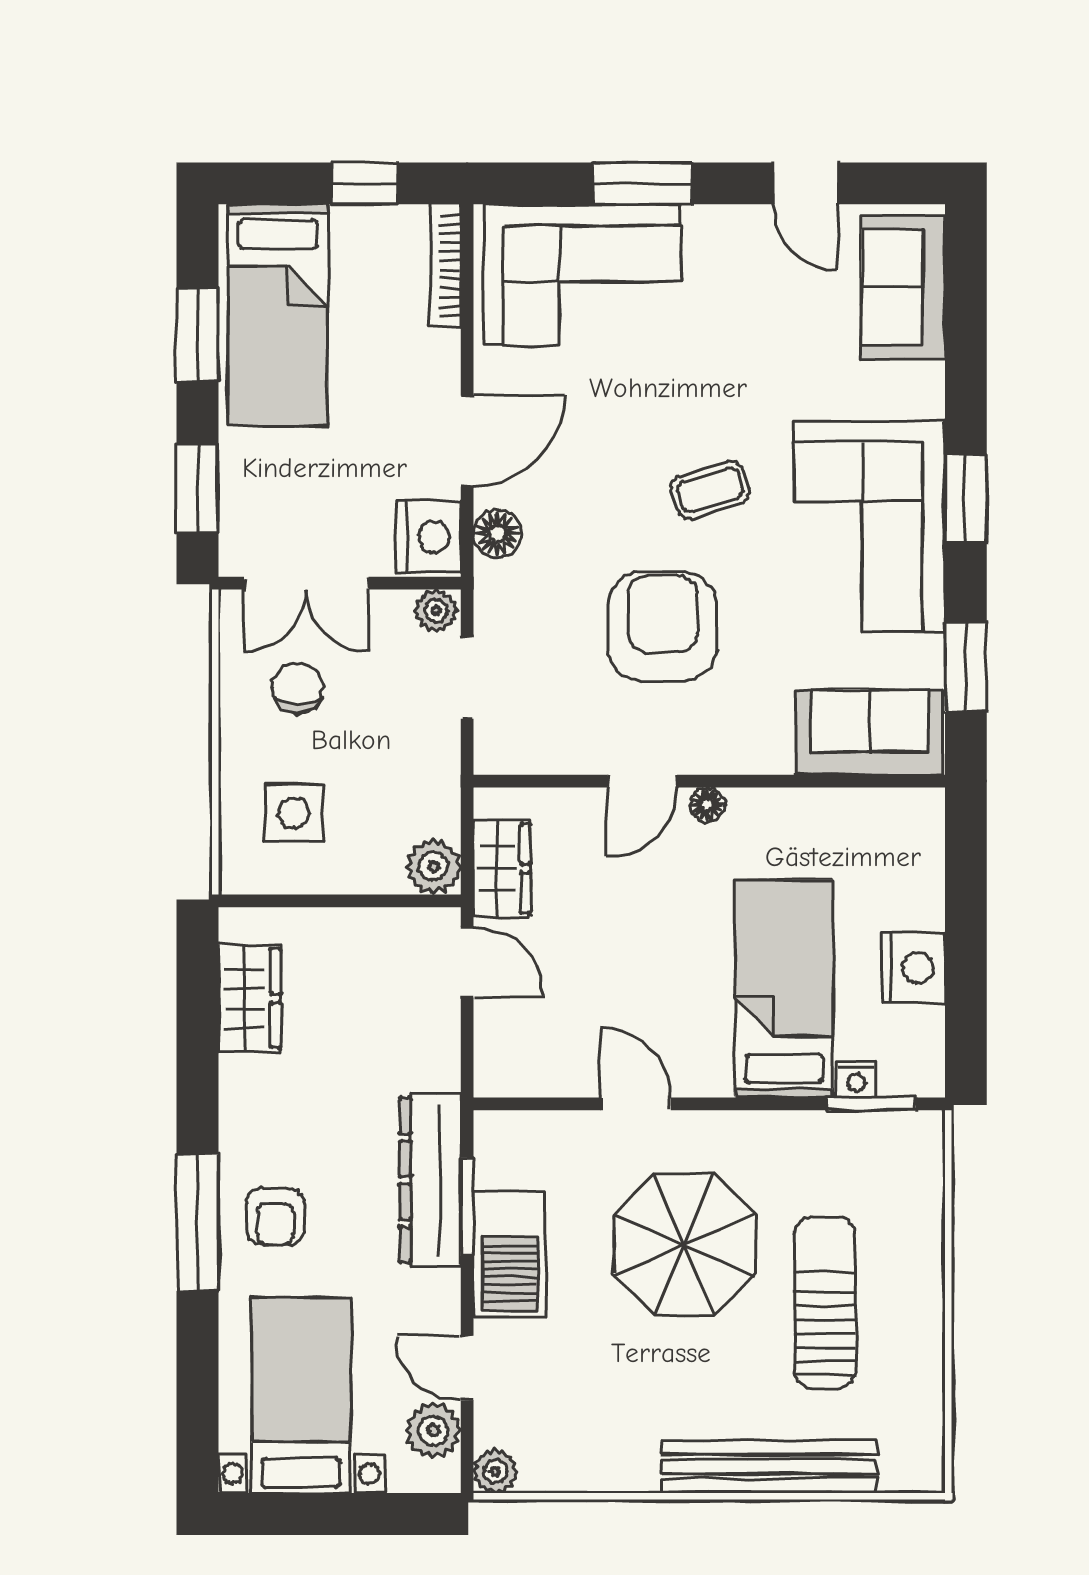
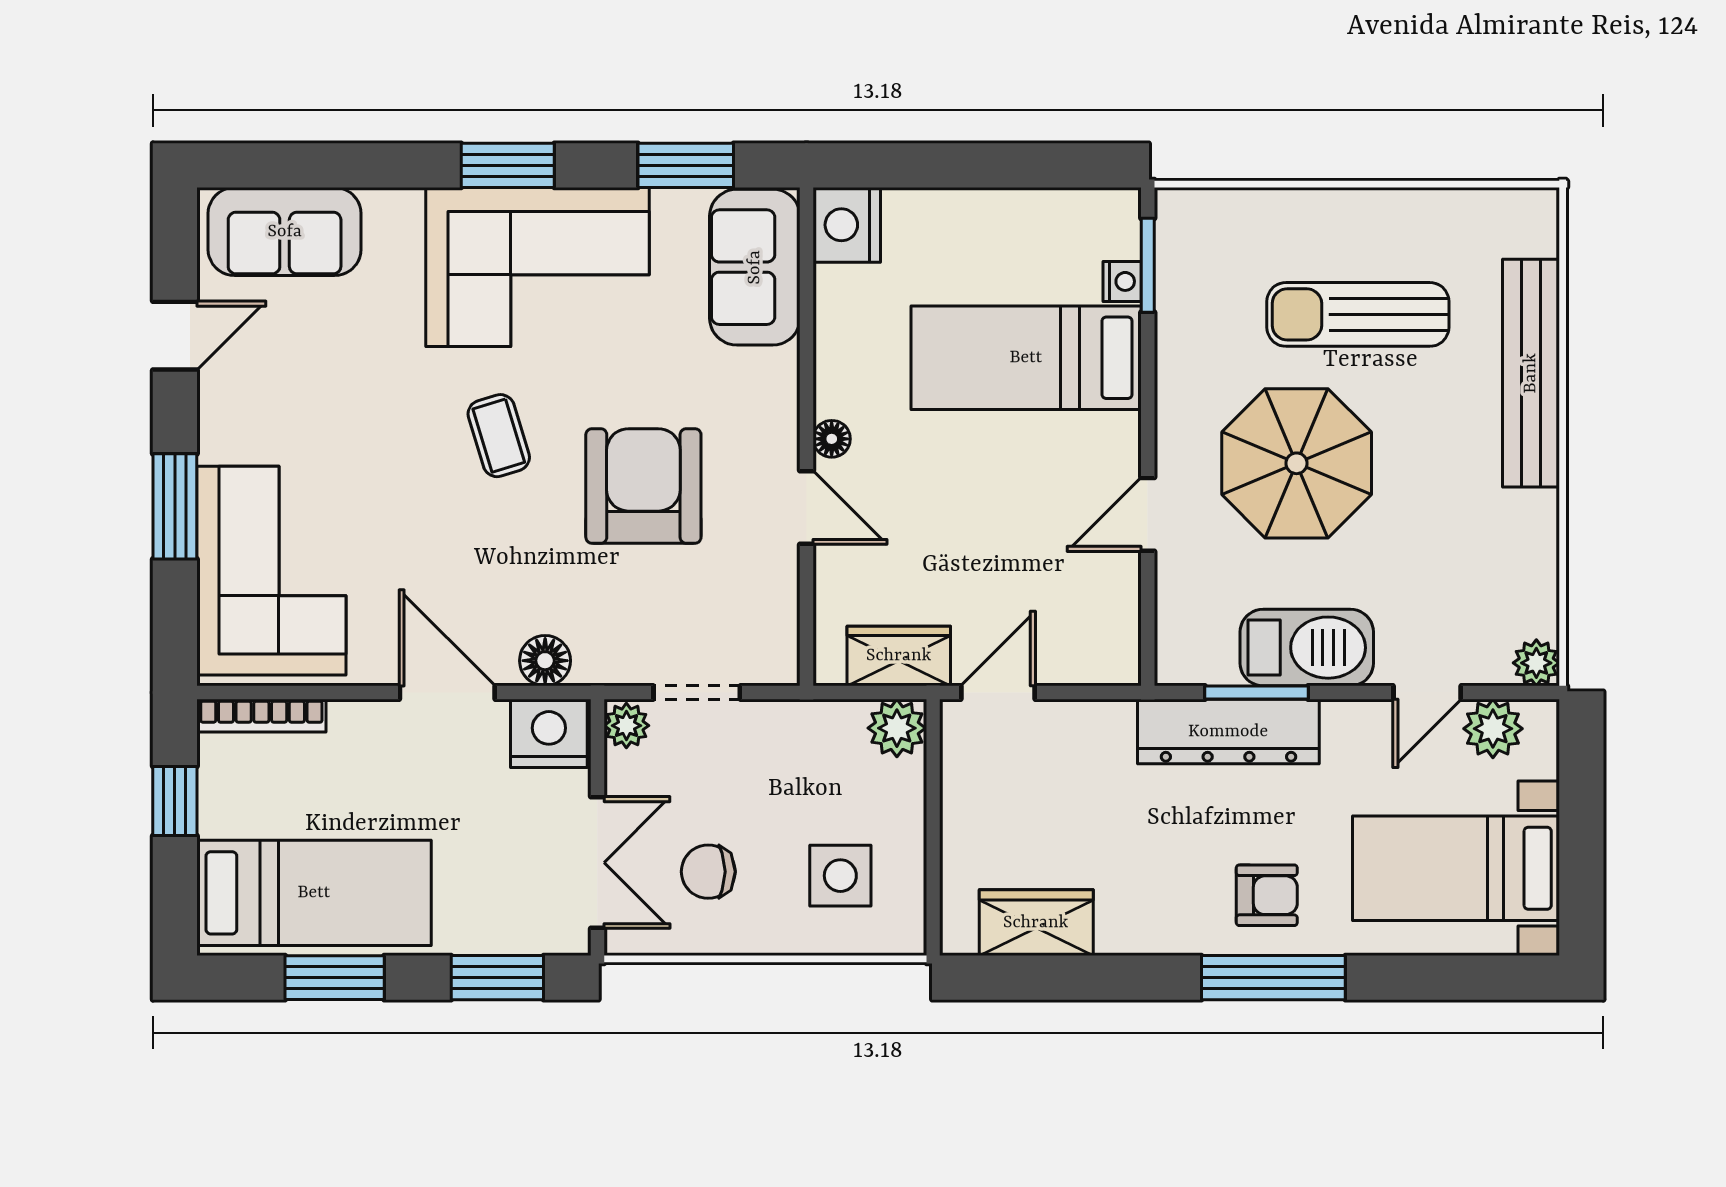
armchair: (663, 627) -> (643, 486), turned 90
nightstand: (913, 968) -> (847, 225), moved, turned -90

